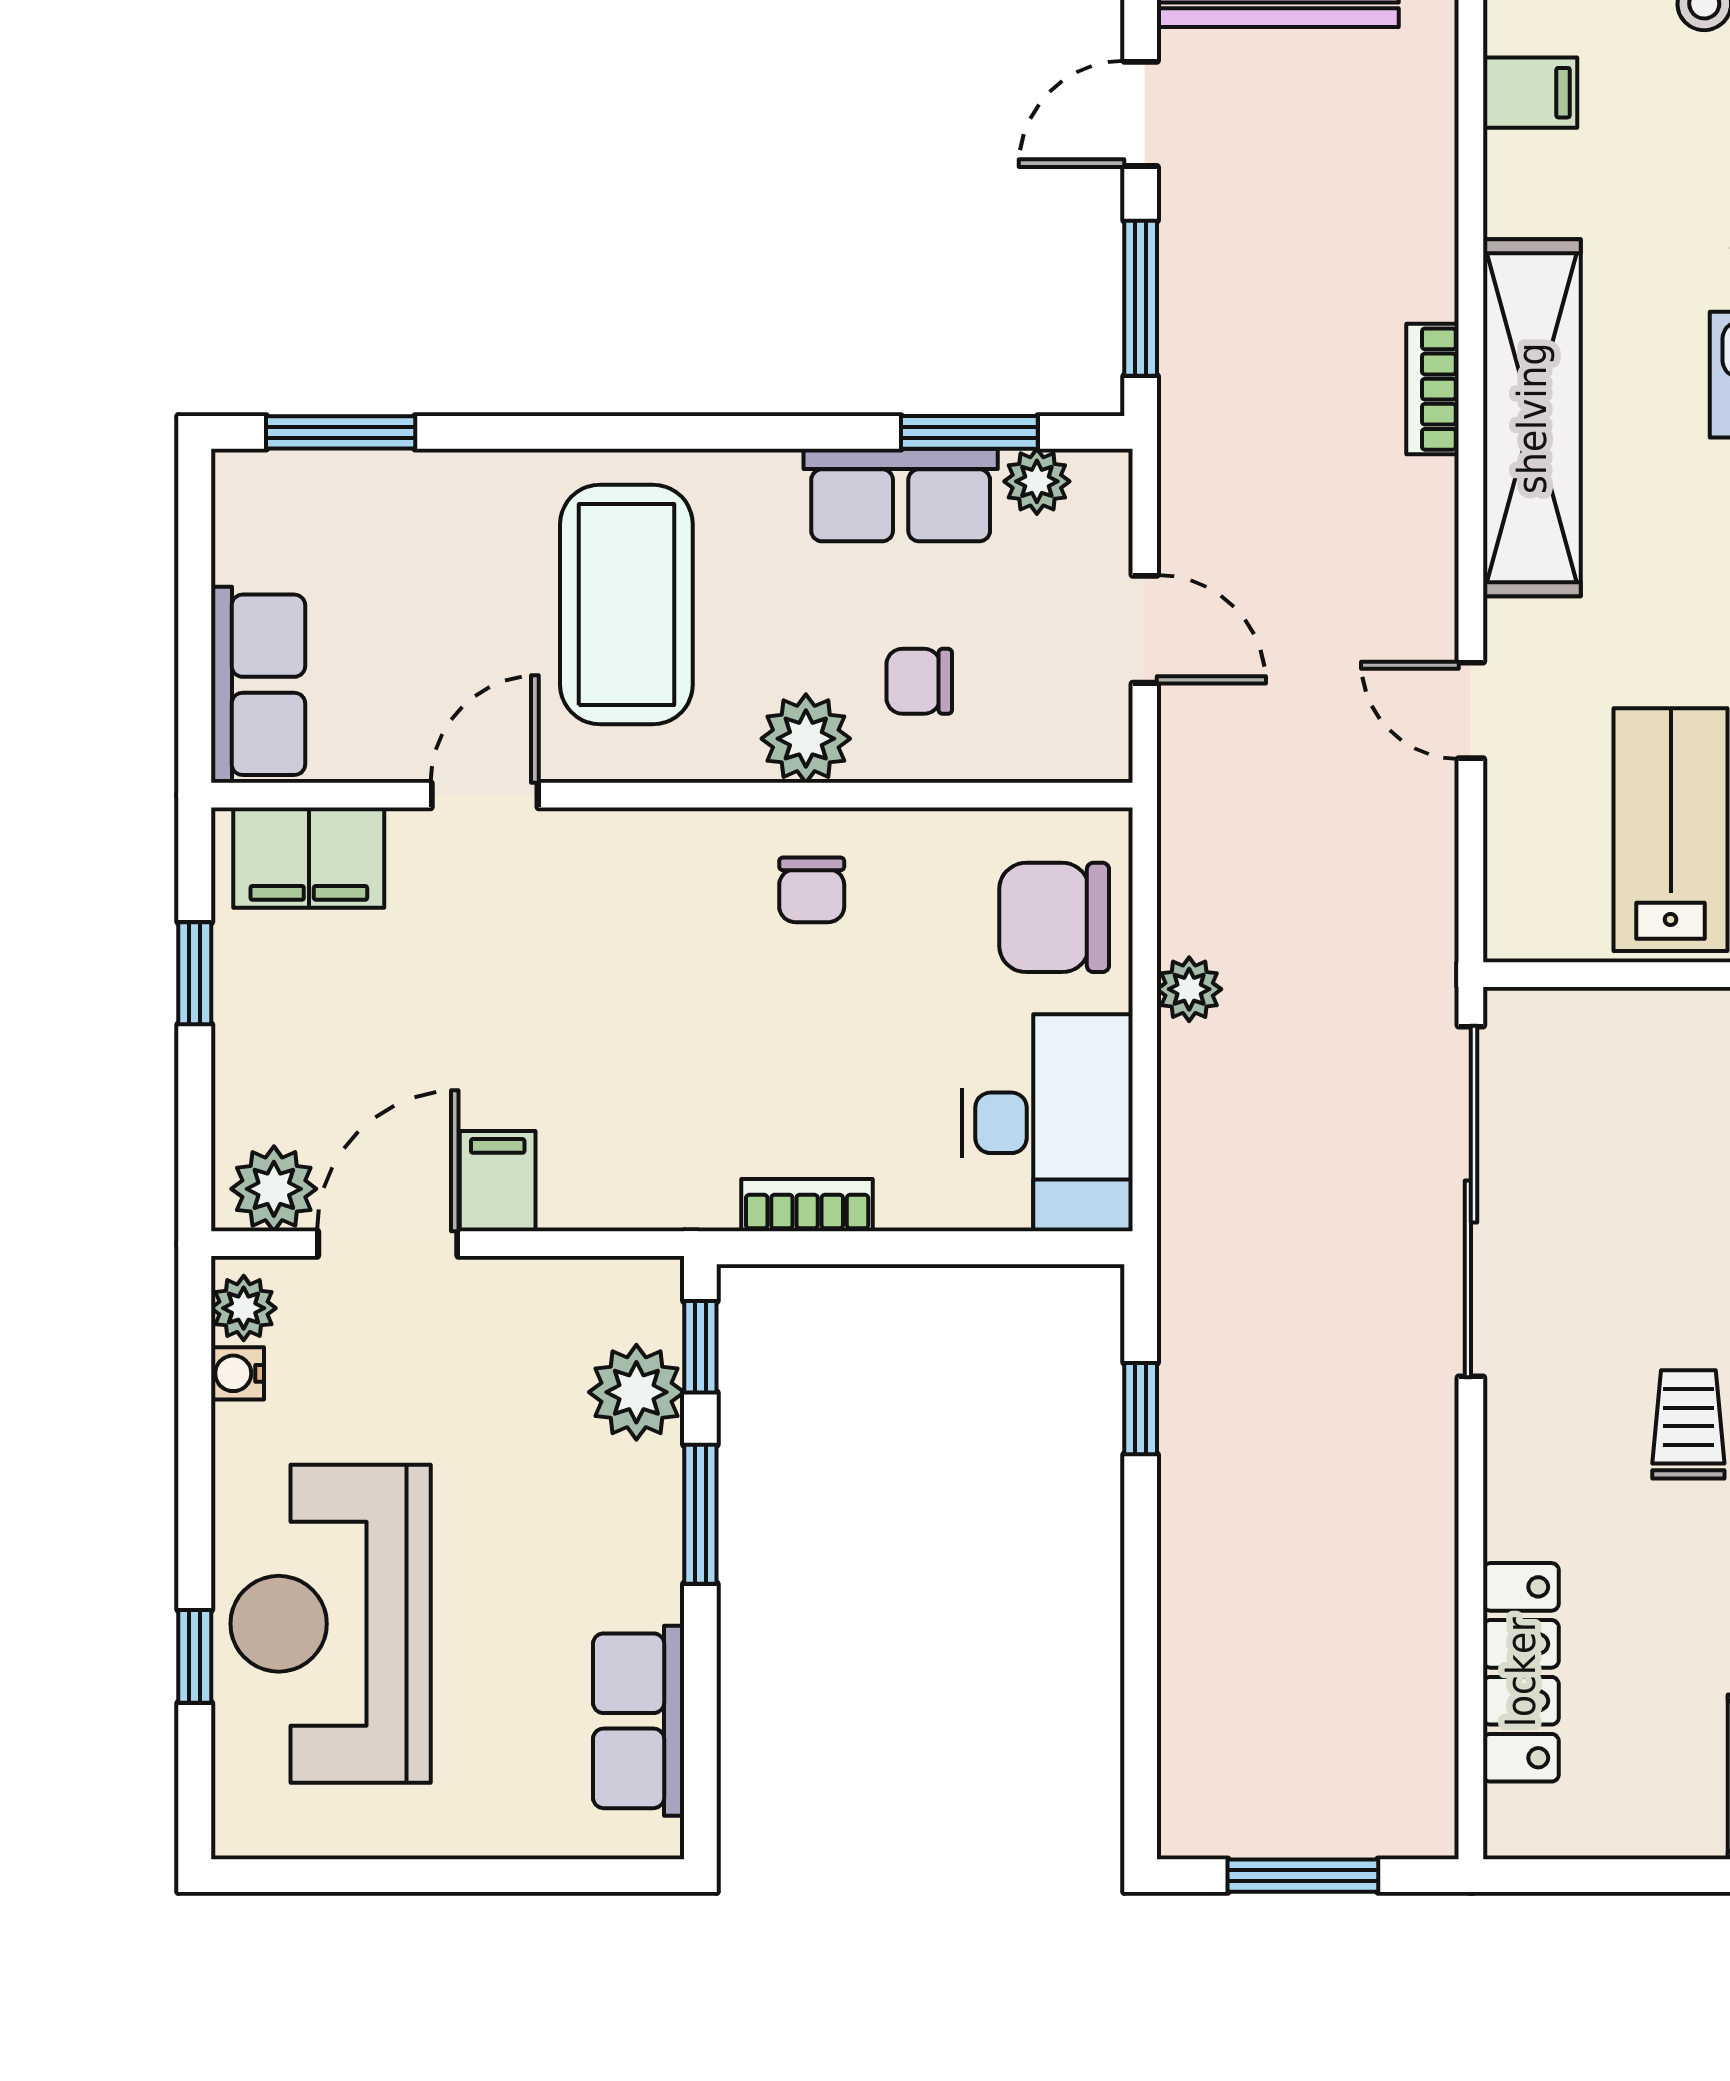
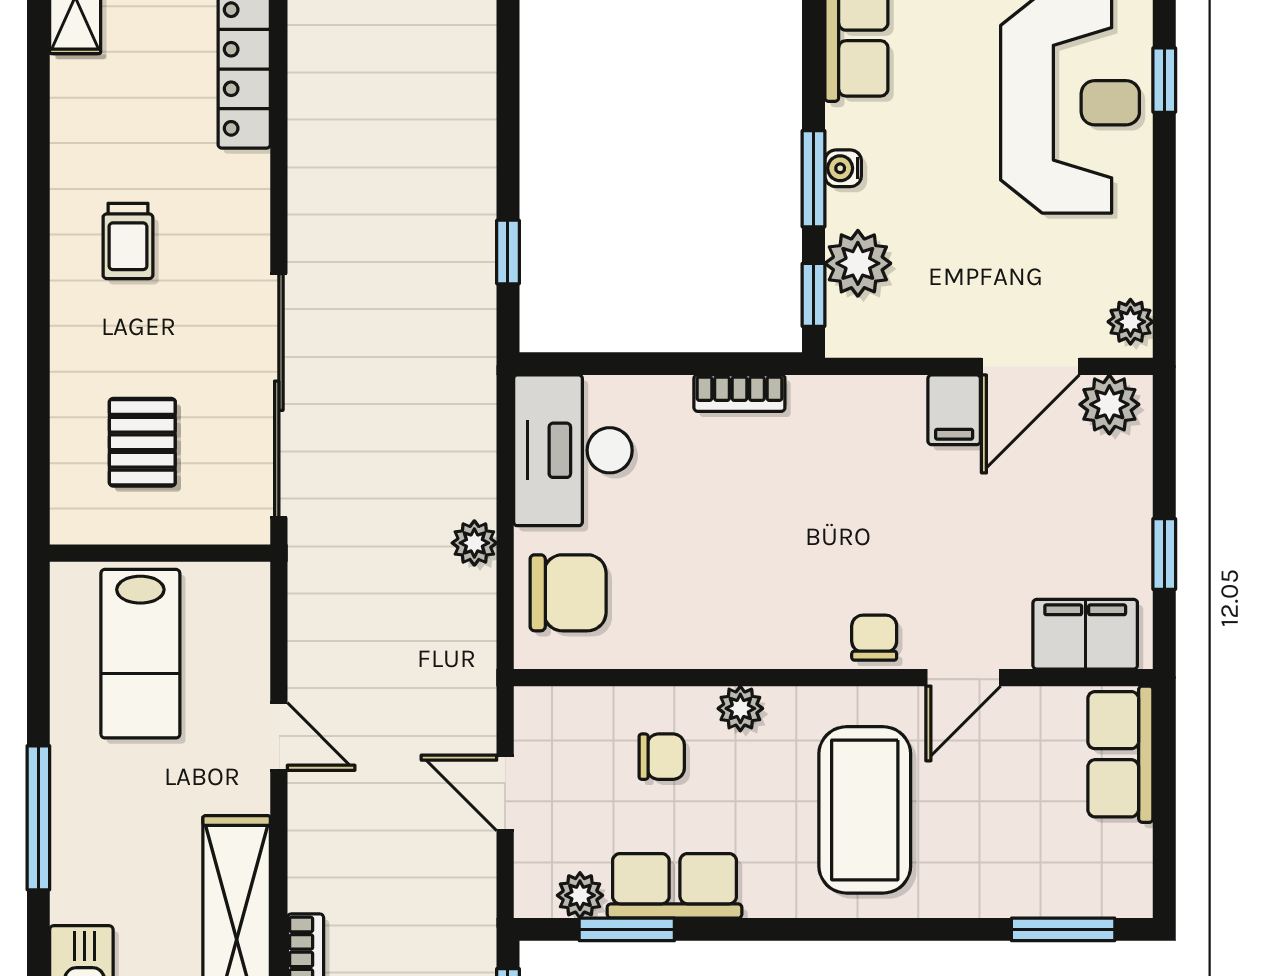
plant: (806, 739) -> (740, 708), width x0.73, depth x0.73
chair: (812, 890) -> (874, 638), moved
pallet: (1668, 1134) -> (142, 442), added
water cooler: (237, 1373) -> (843, 168), moved, turned 180

